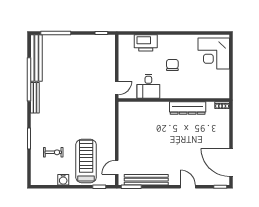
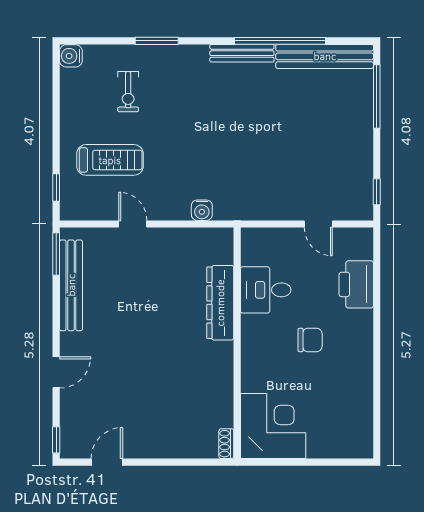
corner desk: (214, 53) -> (273, 426), moved, turned 90
door: (117, 88) -> (318, 224), moved
dresser: (188, 108) -> (220, 303), moved
water cooler: (110, 117) -> (202, 210), added
treadmill: (86, 161) -> (110, 160), width x0.73, depth x0.73
door: (231, 162) -> (107, 462), width x0.53
door: (117, 167) -> (133, 224), moved
water cooler: (63, 180) -> (71, 56), moved

